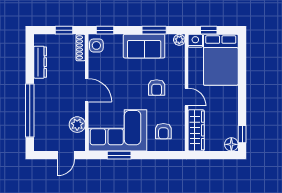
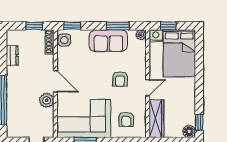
dresser: (40, 62) -> (12, 56), width x0.70
door: (186, 97) -> (148, 88), hinge flipped
plant: (77, 125) -> (47, 100), moved

